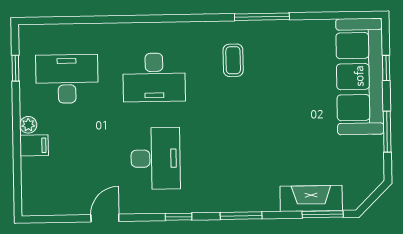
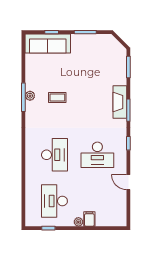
plant: (265, 29) -> (30, 96), added
coffee table: (233, 60) -> (57, 98), moved
sofa: (360, 76) -> (48, 43), width x0.74, depth x0.79
desk: (156, 158) -> (97, 155), turned 180
fireplace: (311, 198) -> (120, 102), moved

